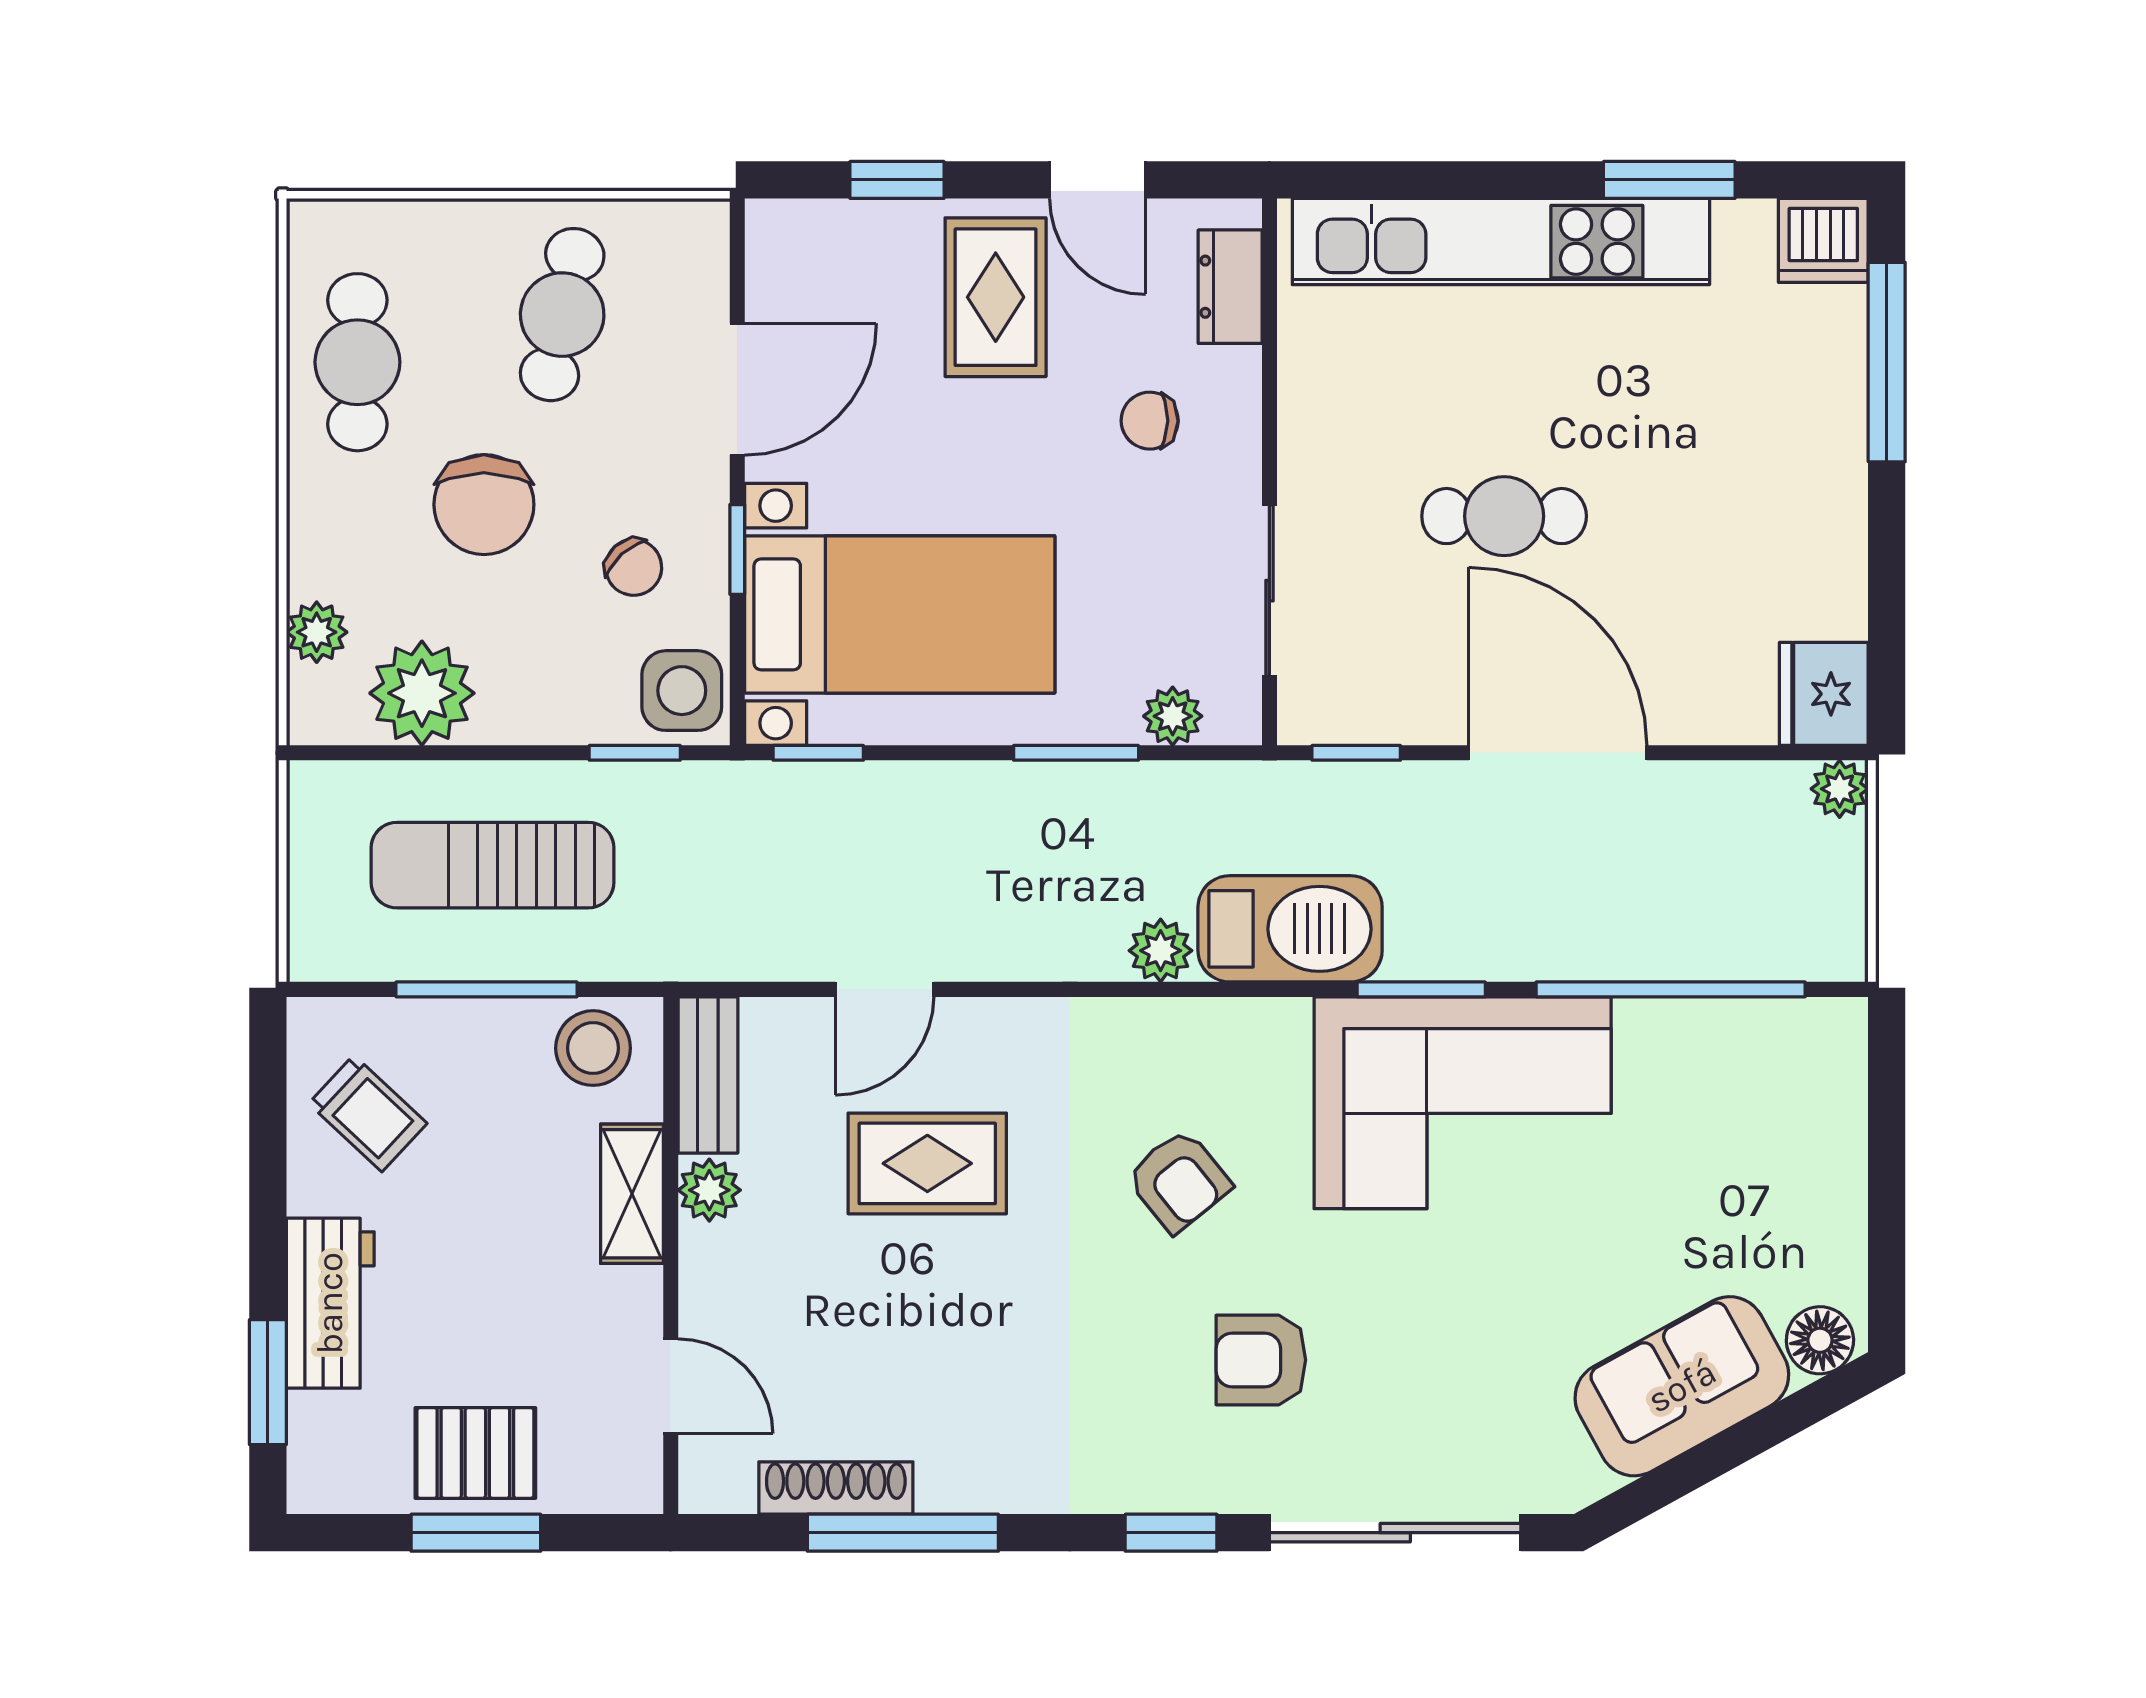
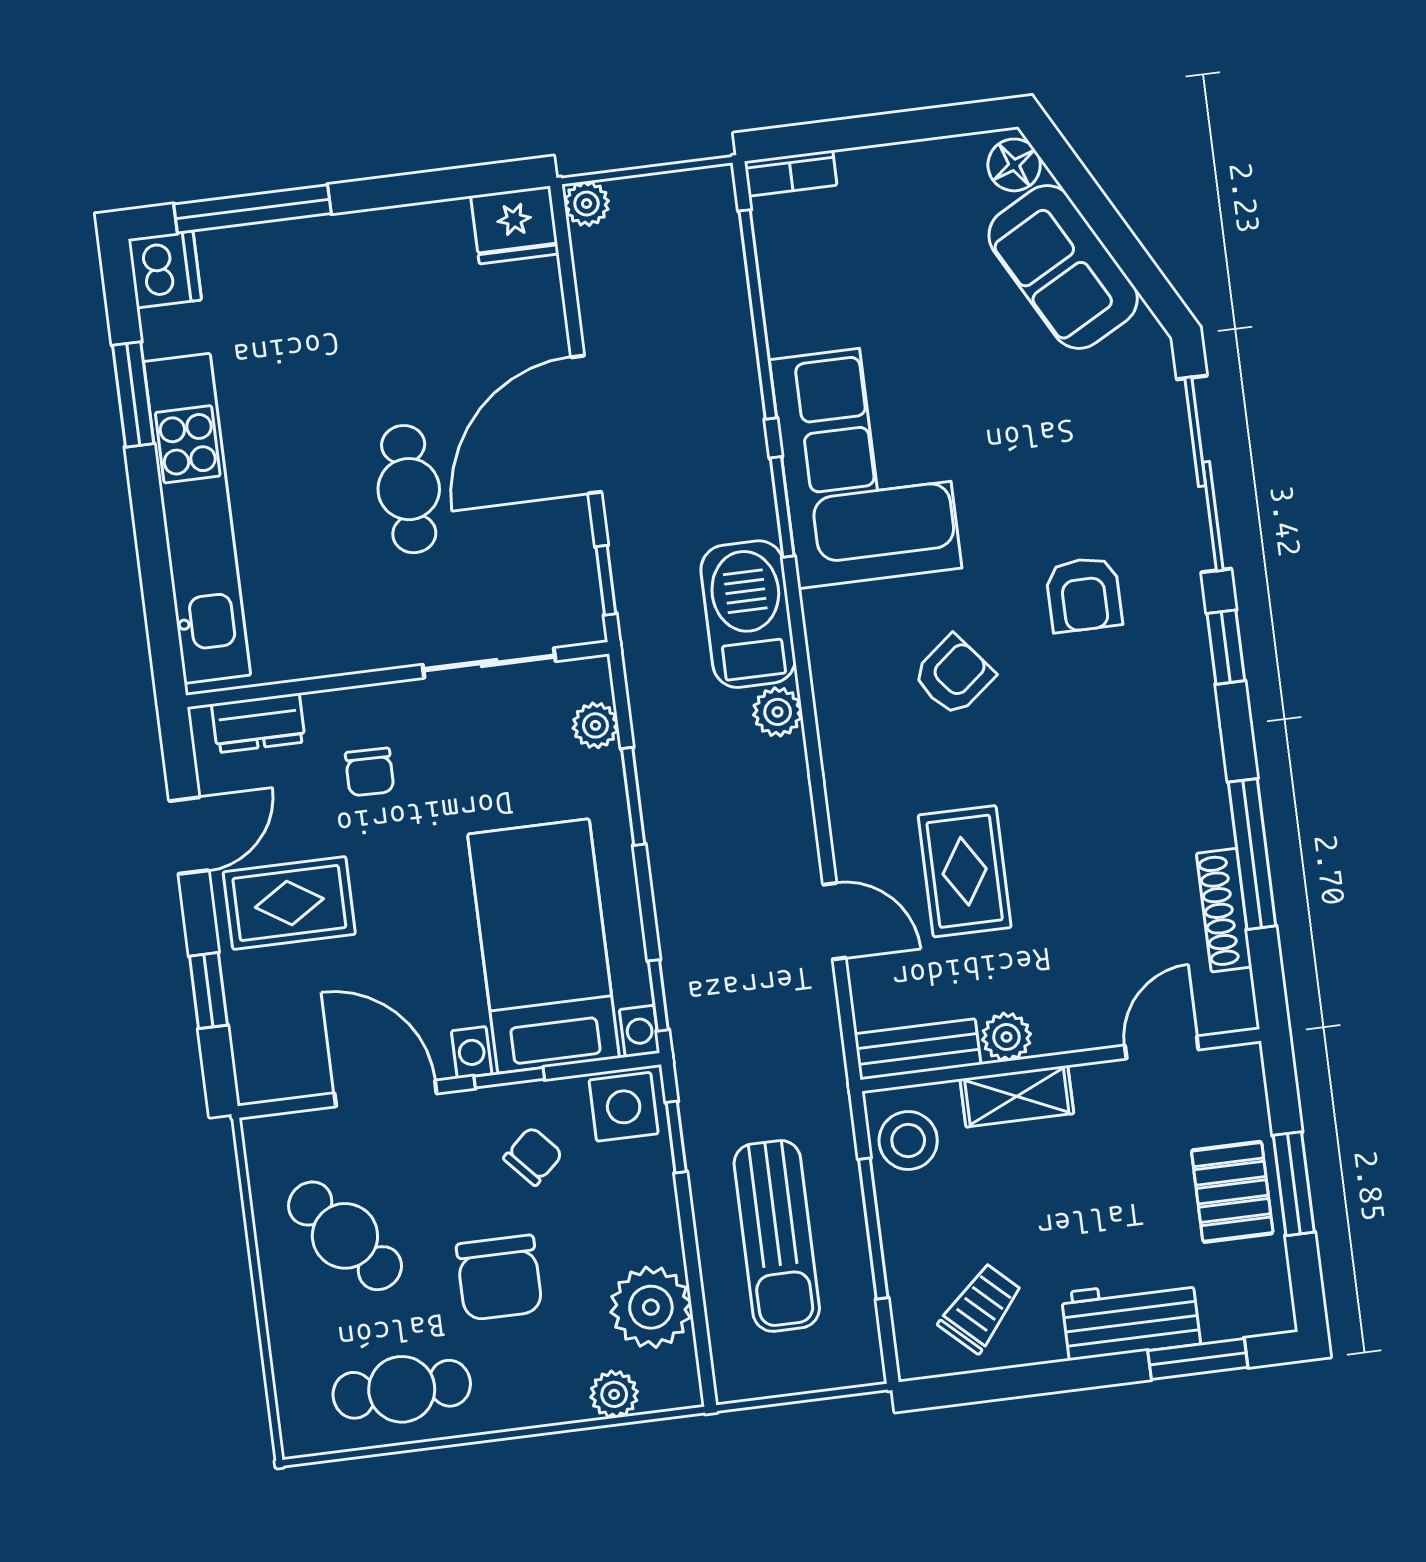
cafe table: (562, 315) -> (345, 1236), turned 38
chair: (484, 505) -> (499, 1278), turned 90
bookcase: (1845, 1054) -> (791, 173), added

